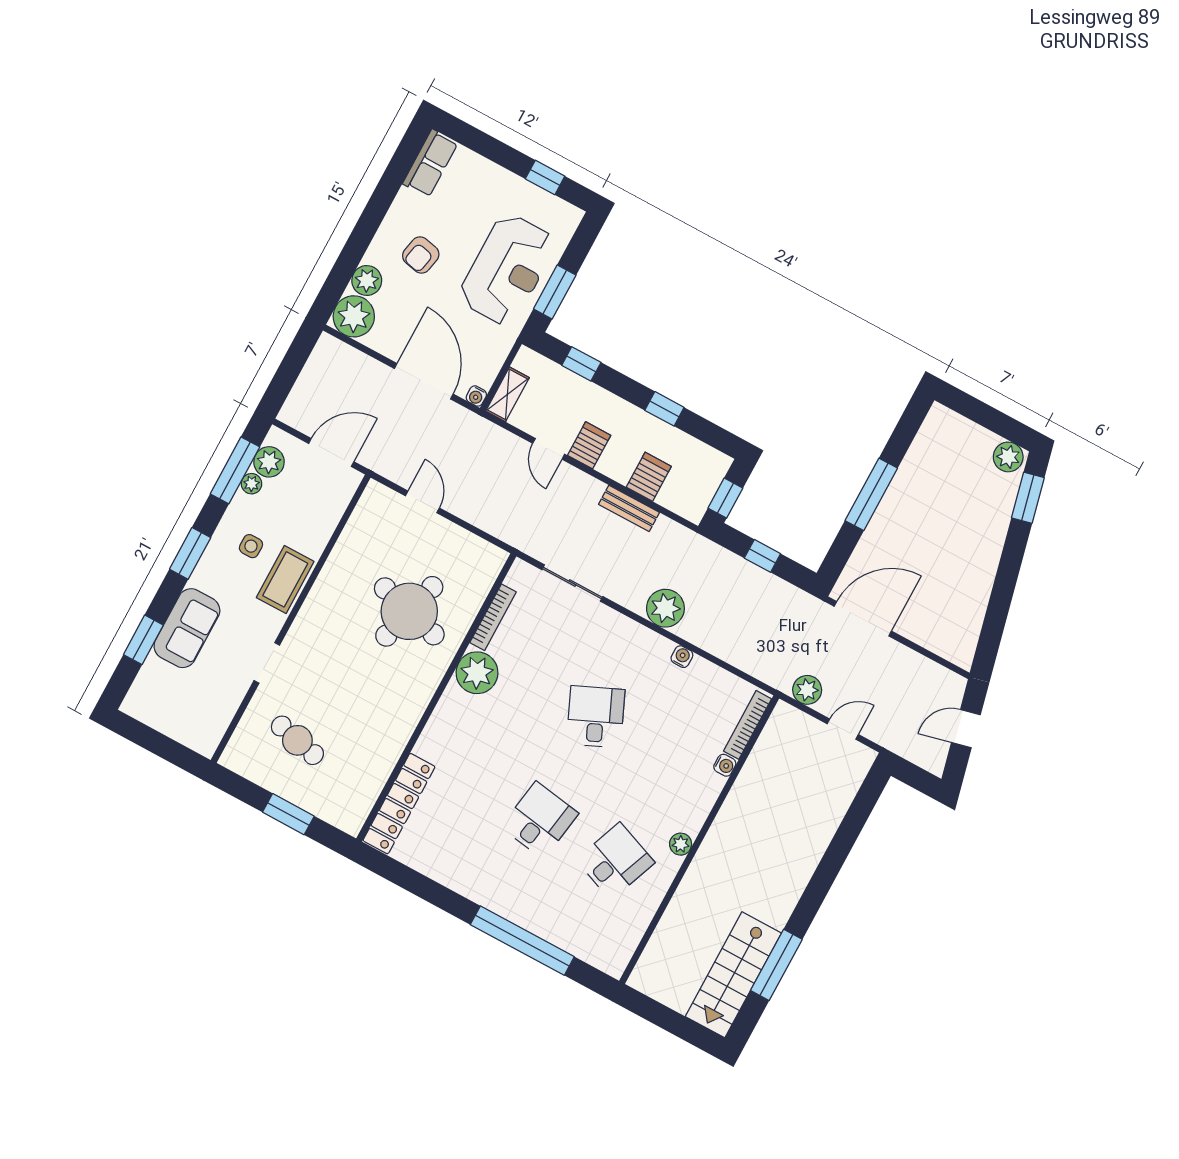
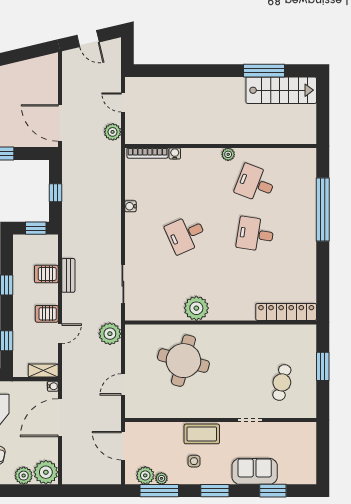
plant: (665, 608) -> (110, 334), moved
bookcase: (493, 617) -> (163, 315), removed

